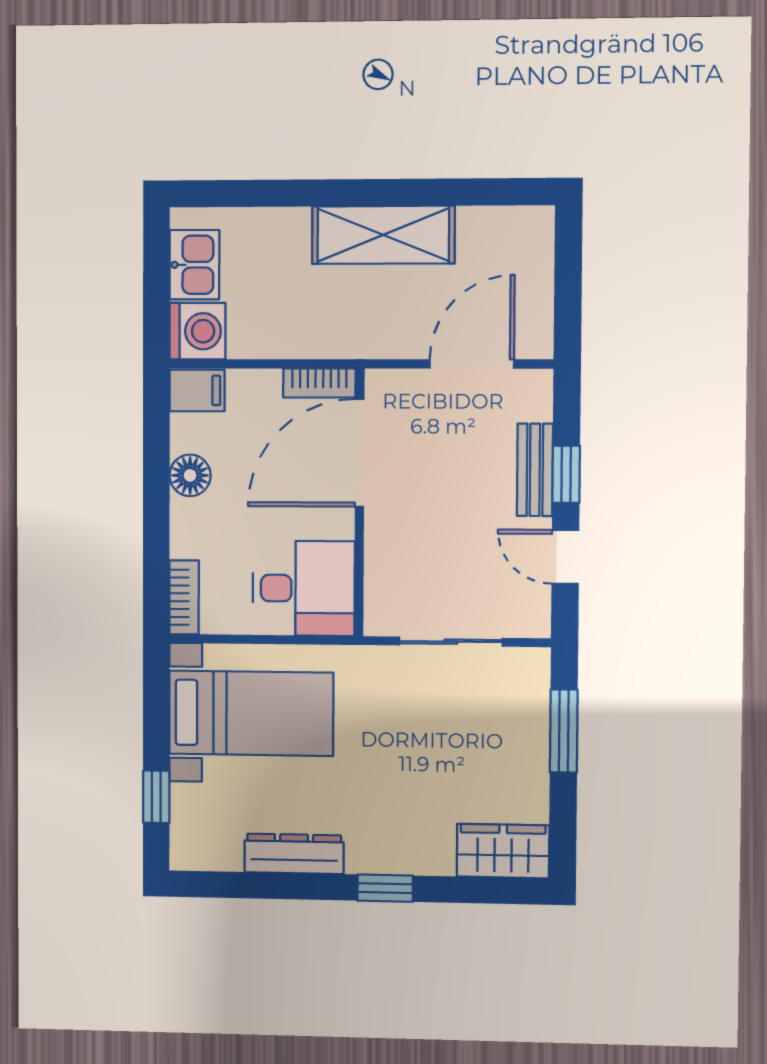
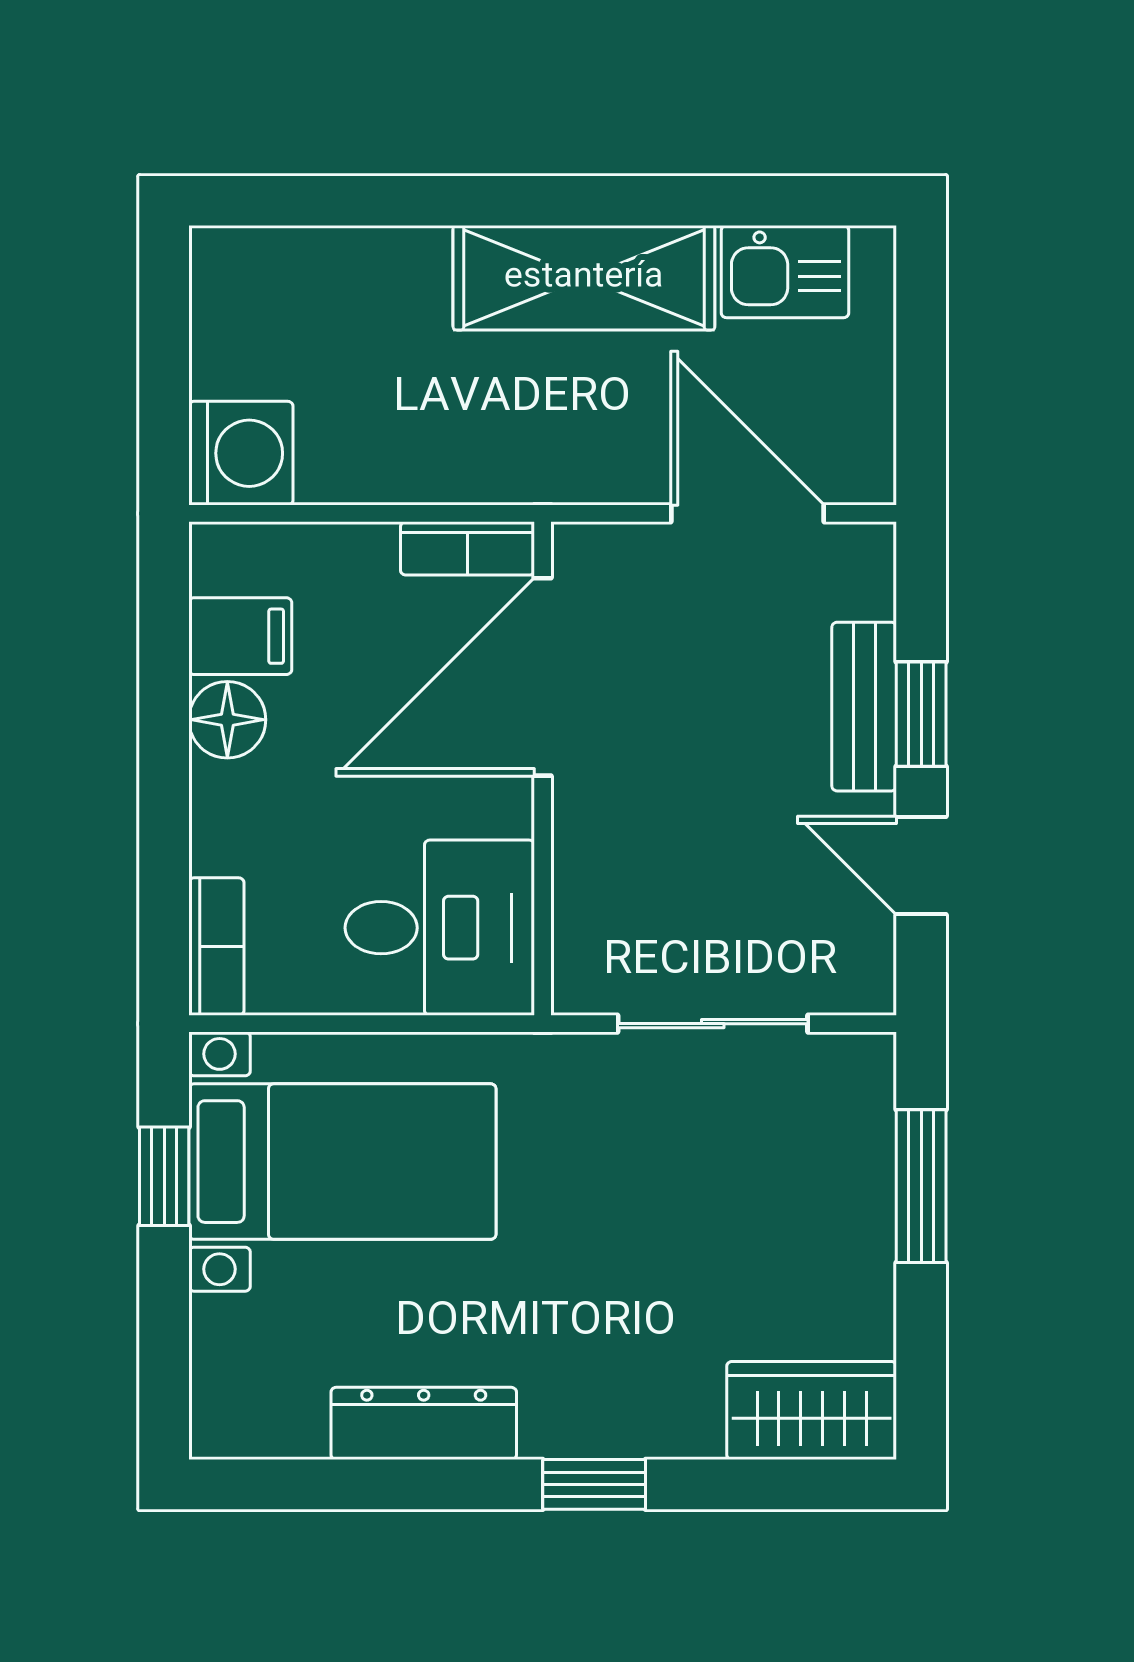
kitchen sink: (194, 265) -> (785, 272), moved, turned 90
door: (472, 364) -> (748, 513), hinge flipped
filing cabinet: (197, 390) -> (240, 636), moved
window: (156, 797) -> (164, 1176), moved

